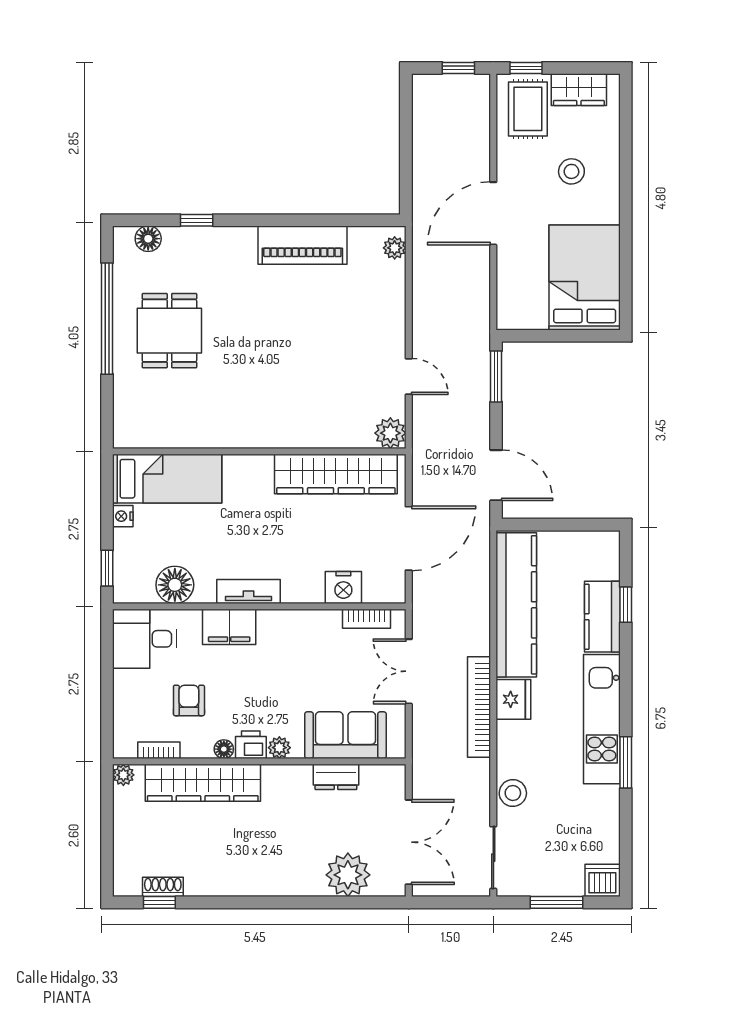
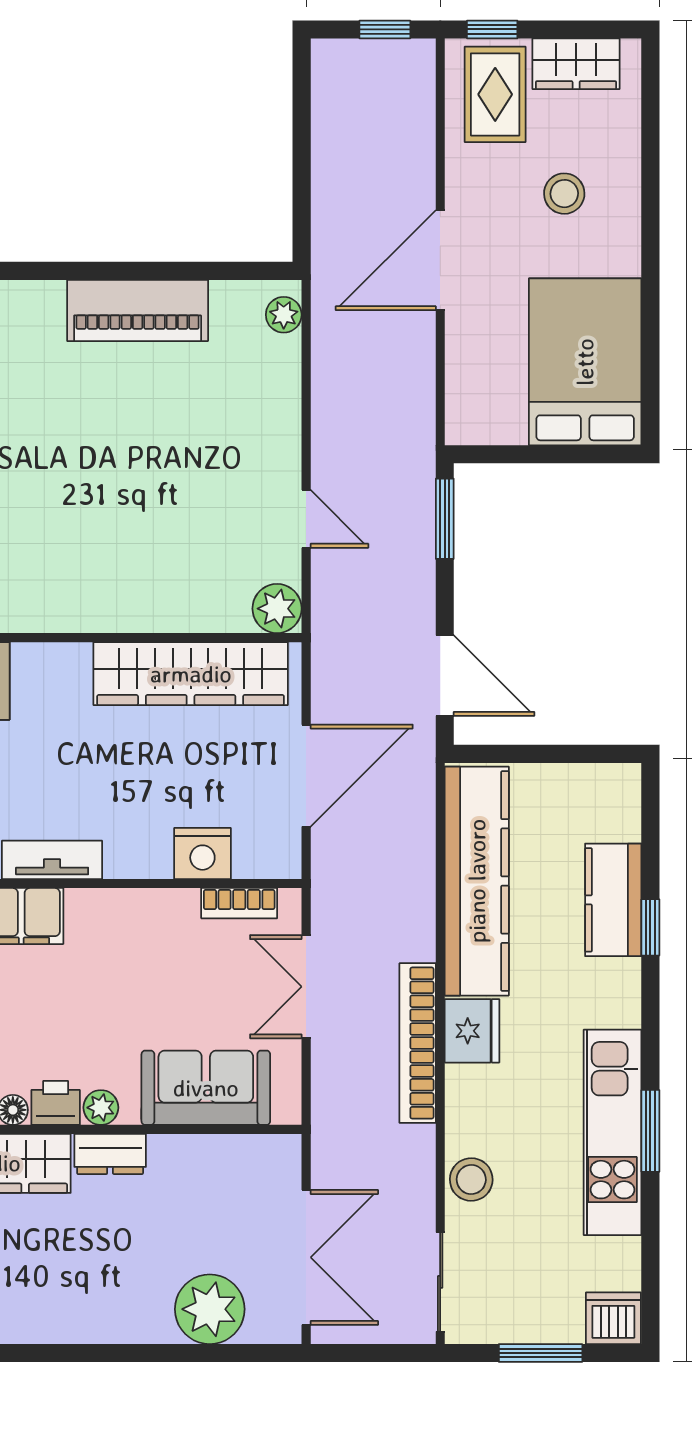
window: (626, 605) -> (650, 927), moved
kitchen unit: (602, 719) -> (613, 1132), moved
dresser: (336, 777) -> (110, 1154), moved

